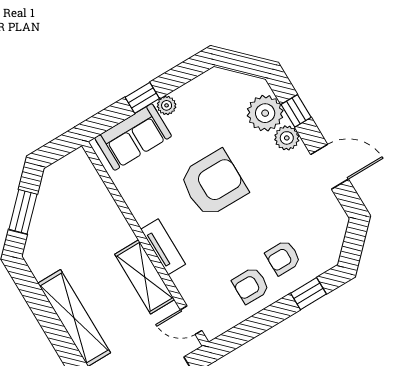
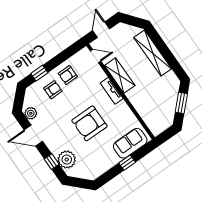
plant: (167, 105) -> (115, 160), removed
plant: (287, 138) -> (31, 113), moved
armchair: (251, 285) -> (68, 75), turned 180

